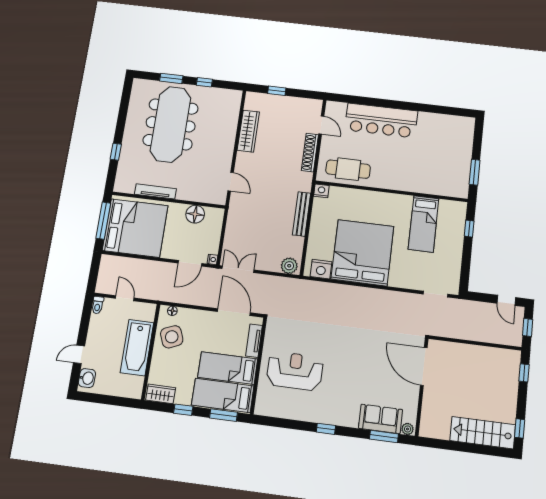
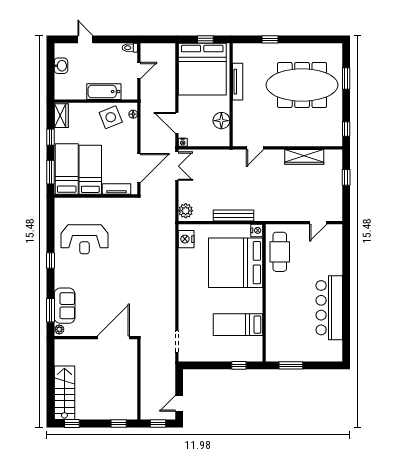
window: (204, 82) -> (346, 129), moved
bar counter: (381, 120) -> (329, 308), moved
shoe rack: (310, 153) -> (291, 216), removed
window: (103, 221) -> (205, 39), width x0.46
bed: (362, 253) -> (236, 263), moved, turned 180
bathtub: (137, 348) -> (104, 92), width x0.73, depth x0.73
reception desk: (295, 371) -> (85, 239), moved, turned 90
washbasin: (87, 378) -> (61, 66), moved, turned -90

